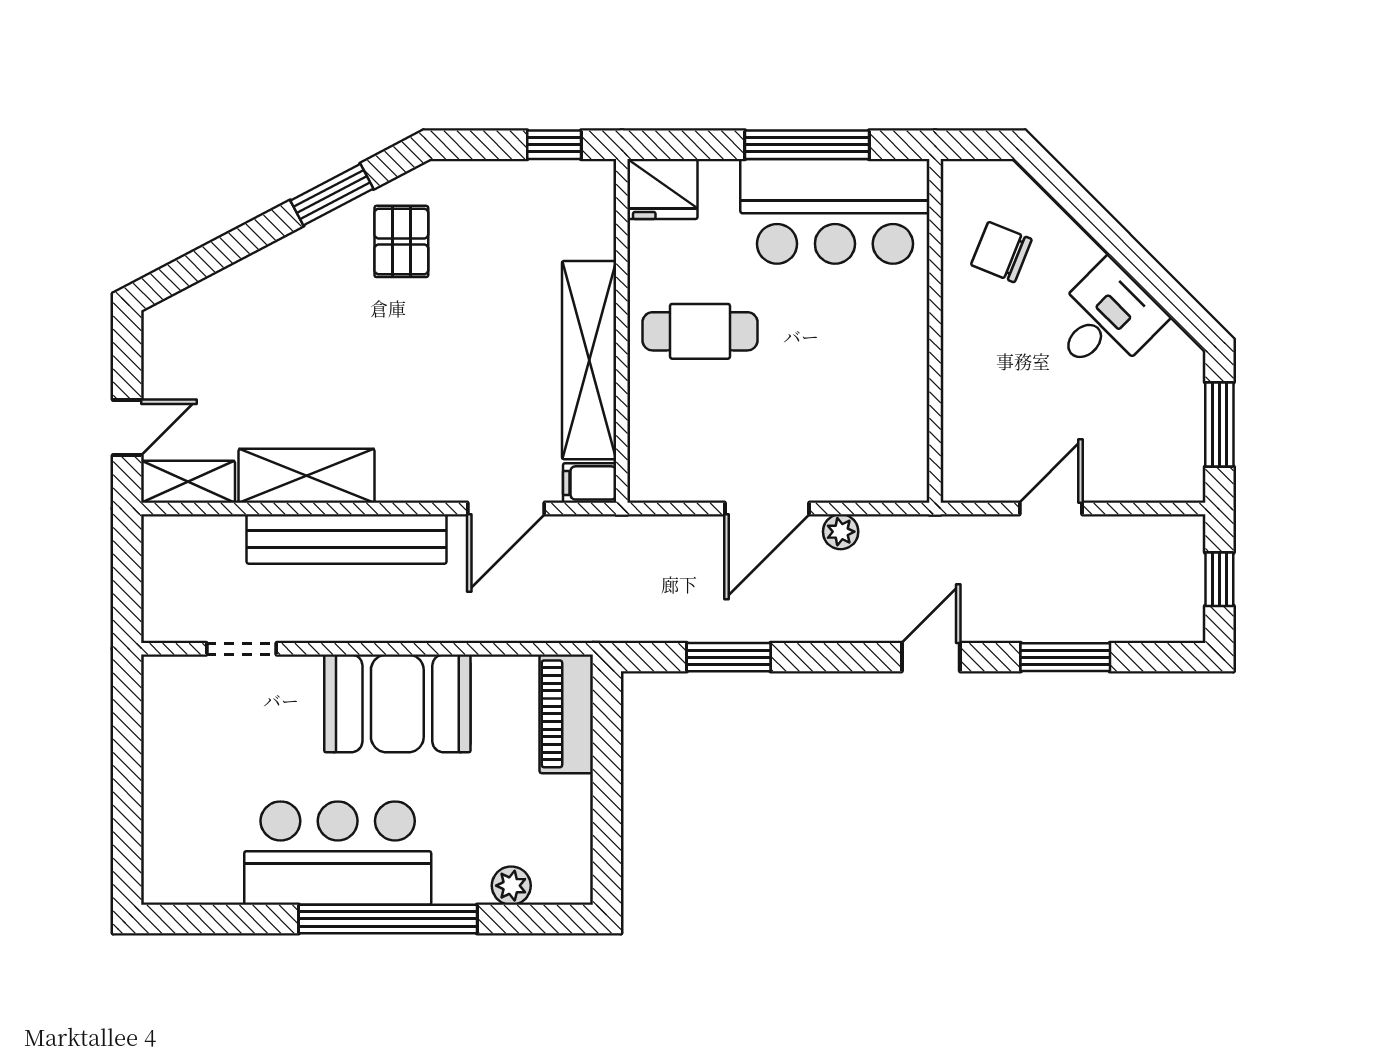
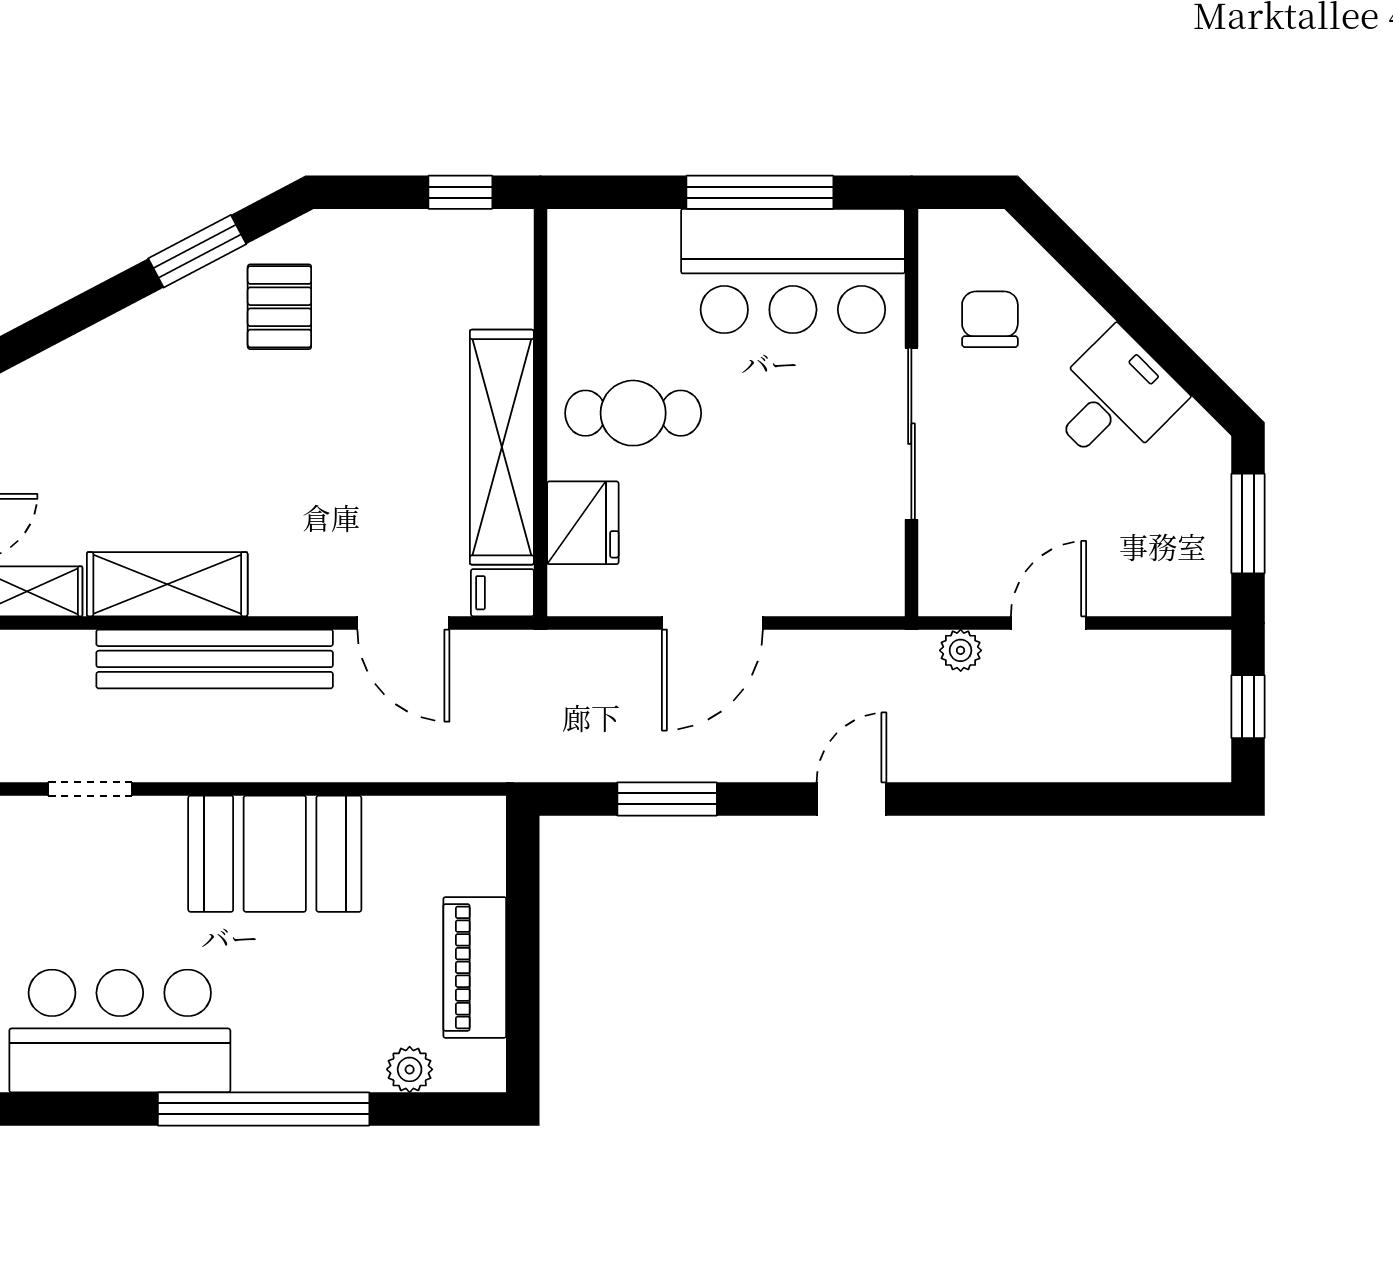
fridge: (662, 189) -> (583, 523), moved, turned -90
chair: (1001, 252) -> (990, 319), turned 68
sliding door: (935, 349) -> (911, 434), added
door: (506, 509) -> (403, 623), hinge flipped
plant: (841, 532) -> (961, 650), moved
door: (931, 657) -> (851, 799), moved
window: (1065, 657) -> (1066, 799), removed
piano: (566, 714) -> (475, 967), moved
bar counter: (338, 853) -> (120, 1031), moved

